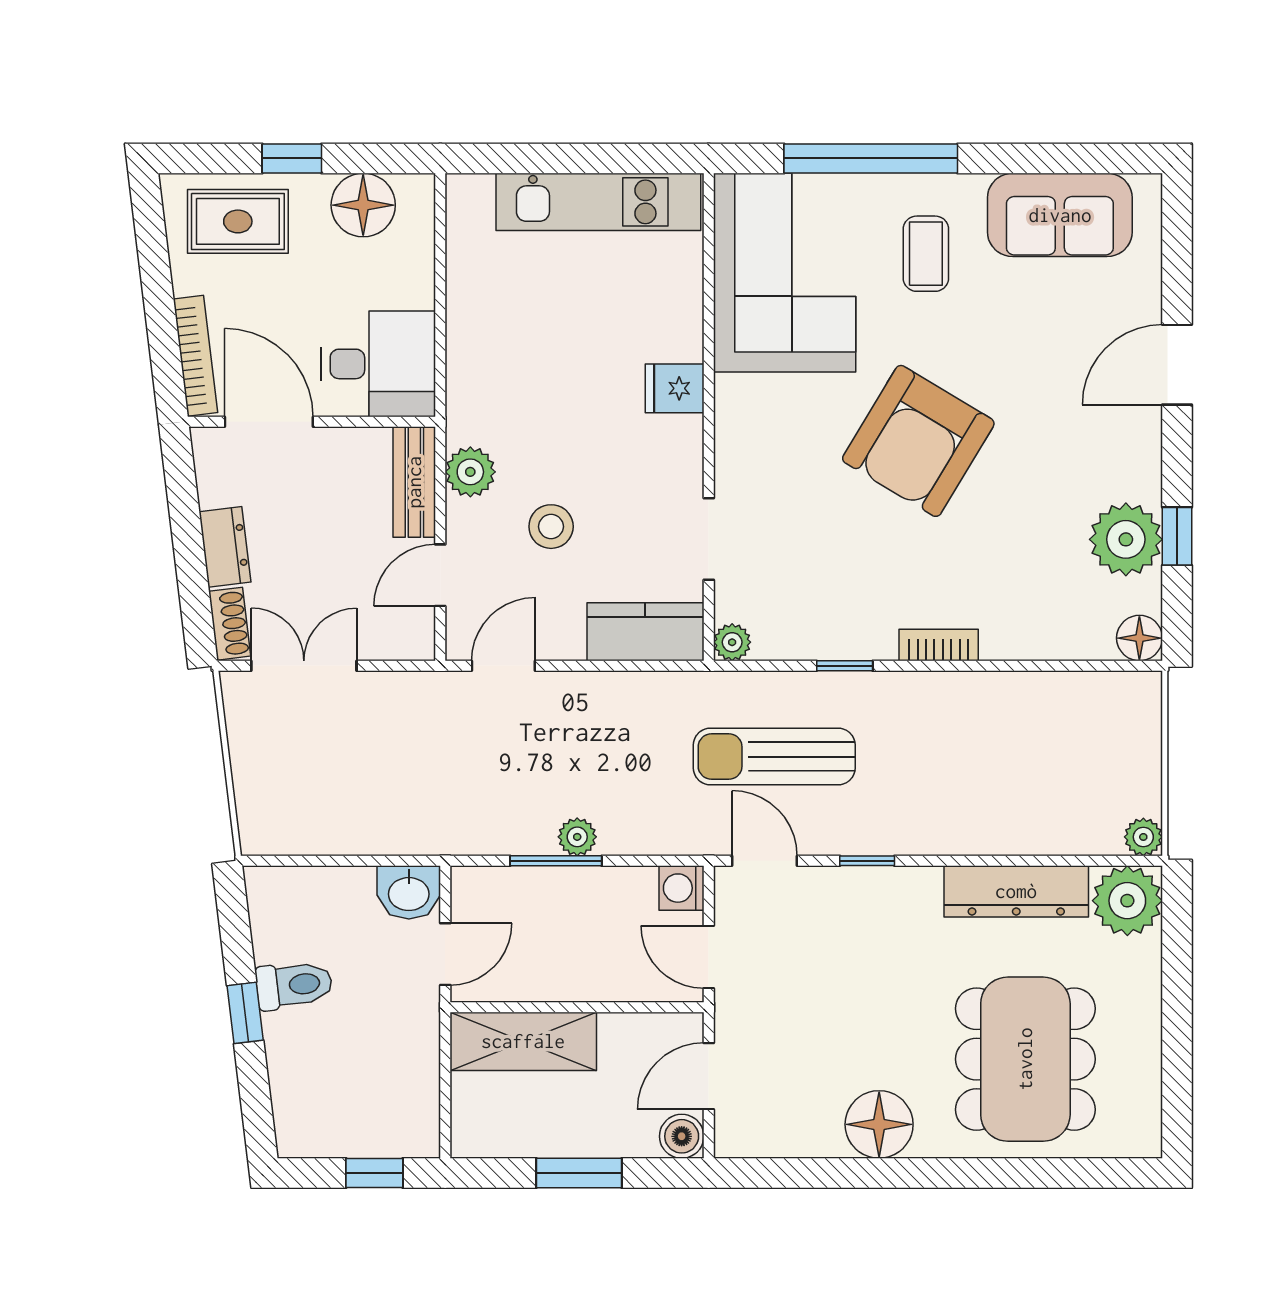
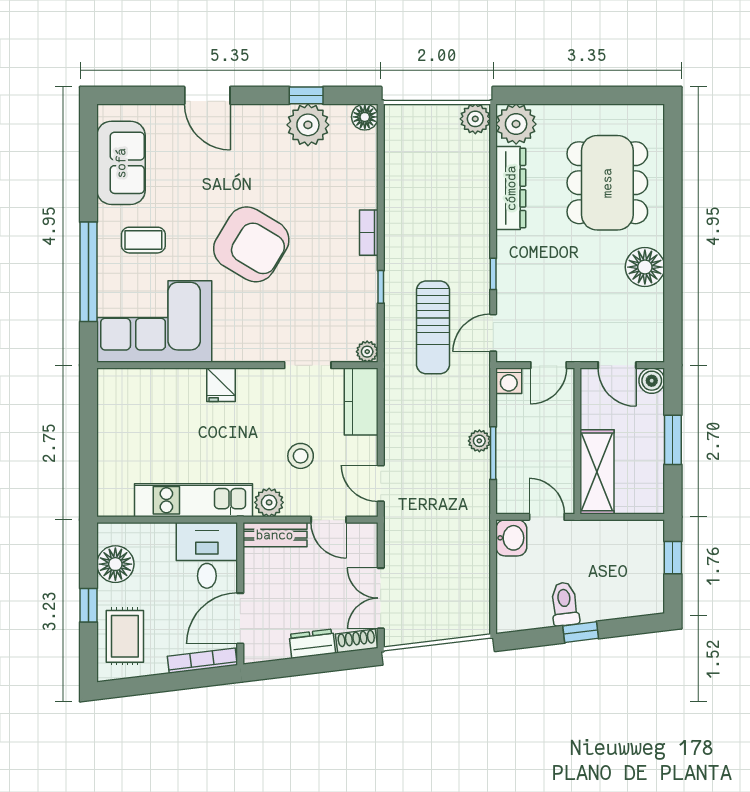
kitchen unit: (598, 202) -> (193, 500), moved, turned -90
plant: (1143, 837) -> (475, 119), width x1.38, depth x1.38
dining table: (1025, 1059) -> (607, 183), turned 90

